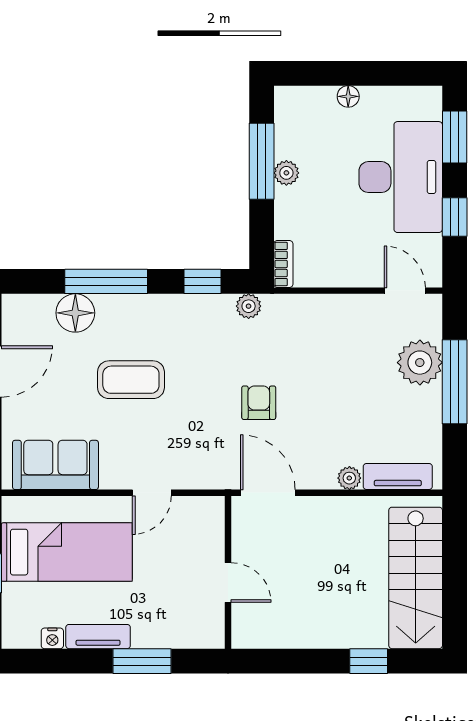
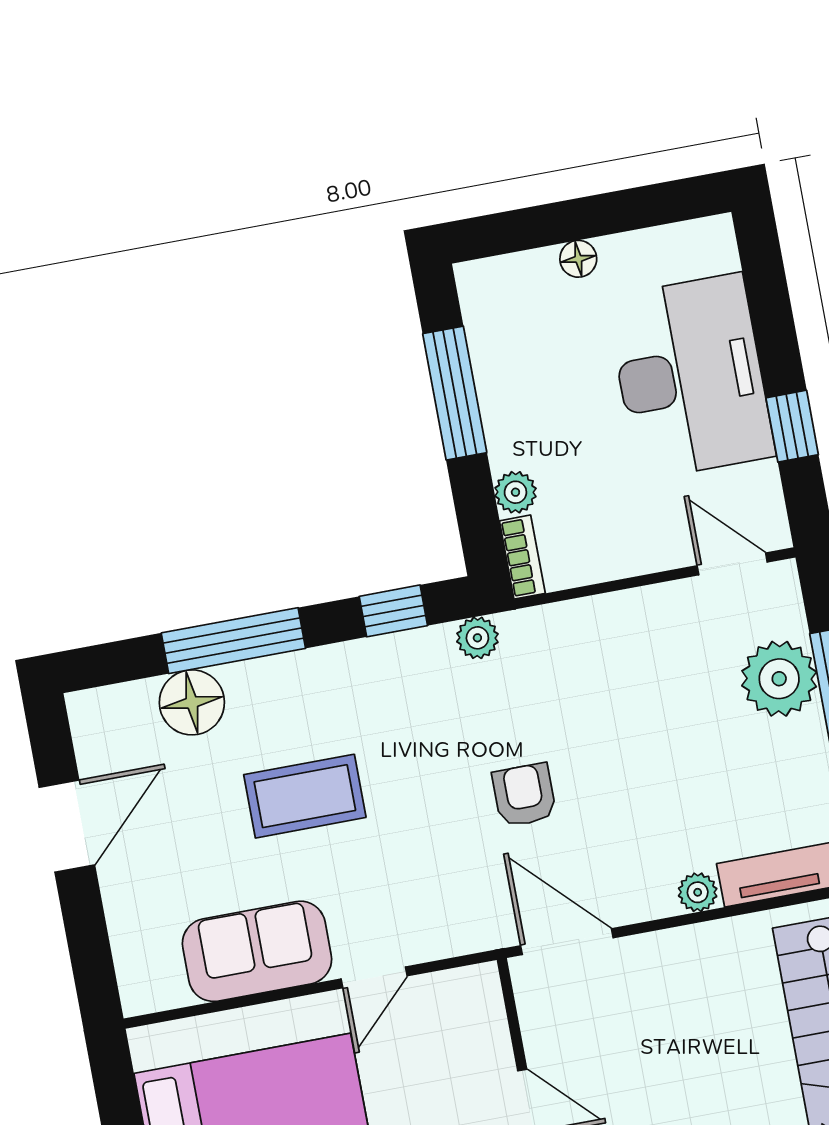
window: (455, 137) -> (768, 294), removed
plant: (286, 173) -> (515, 492), moved
sofa: (55, 465) -> (257, 951), moved

